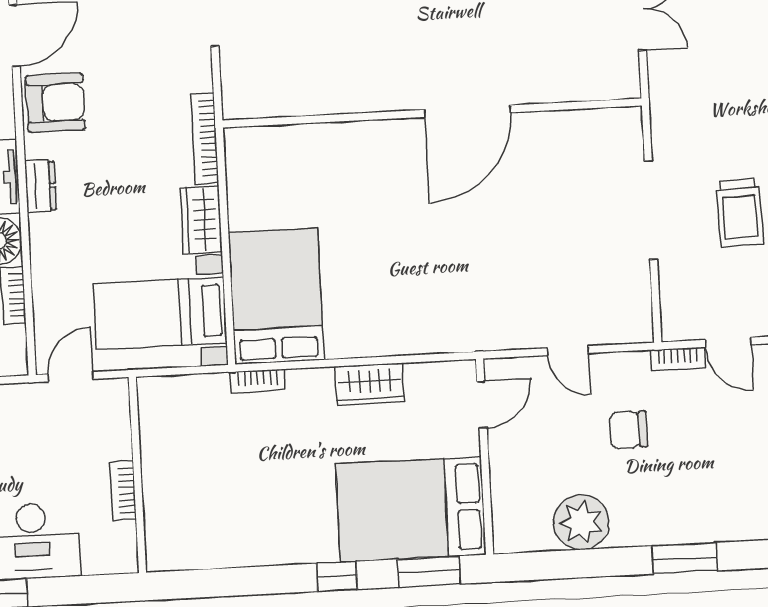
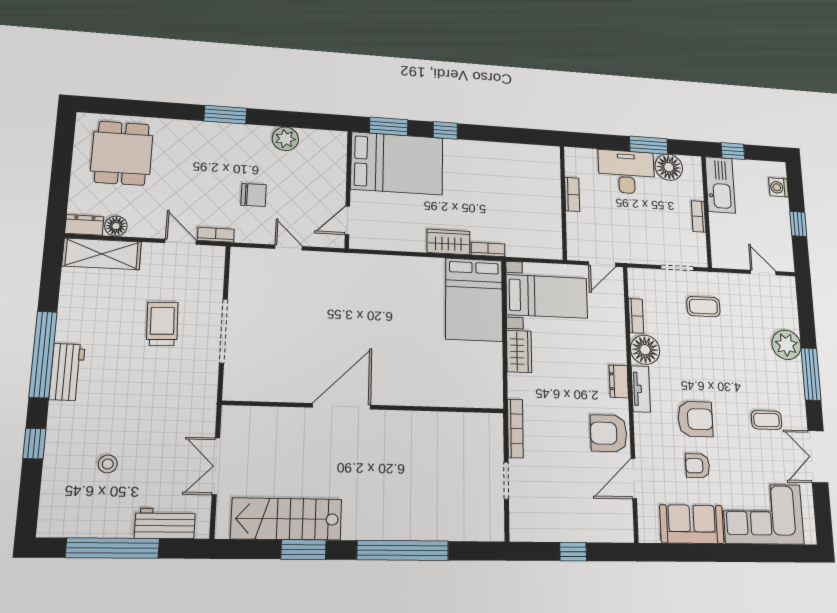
bookcase: (205, 138) -> (515, 428), moved
wardrobe: (370, 384) -> (448, 242), moved
plant: (581, 522) -> (285, 139), width x0.73, depth x0.73

